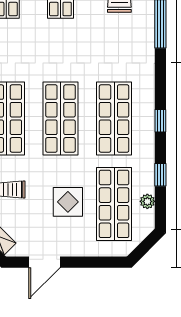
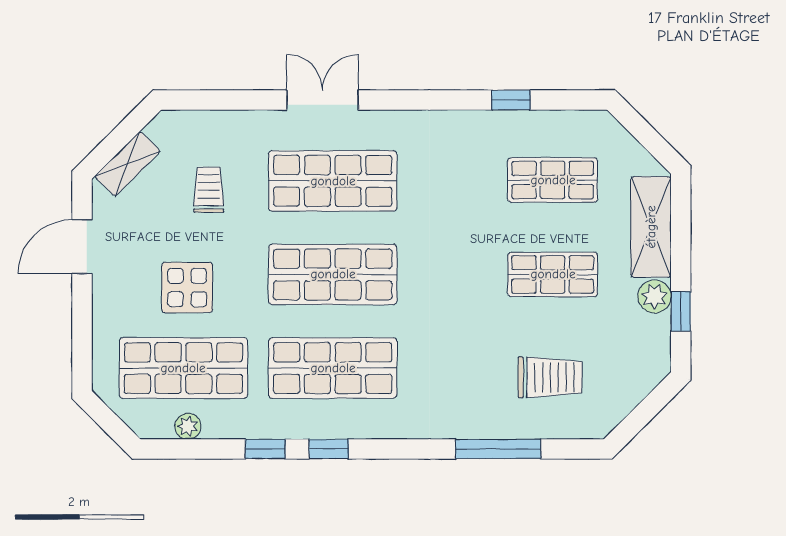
window: (160, 175) -> (265, 449), moved
door: (45, 262) -> (82, 247), hinge flipped

